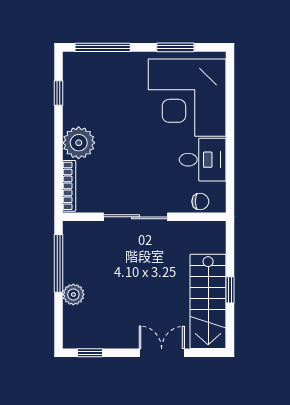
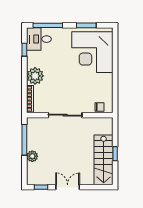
desk: (203, 160) -> (39, 39), moved, turned 180
double door: (162, 353) -> (68, 187), moved

